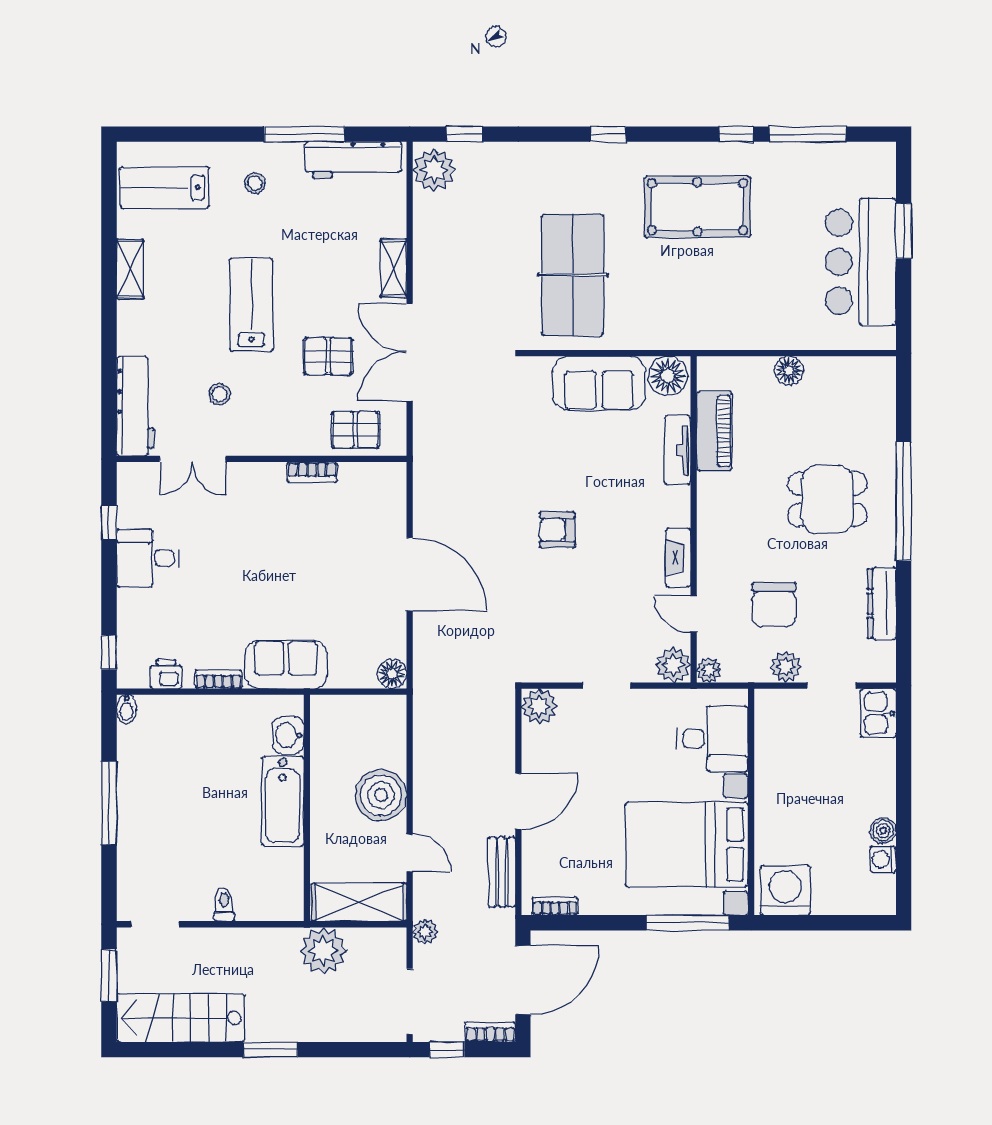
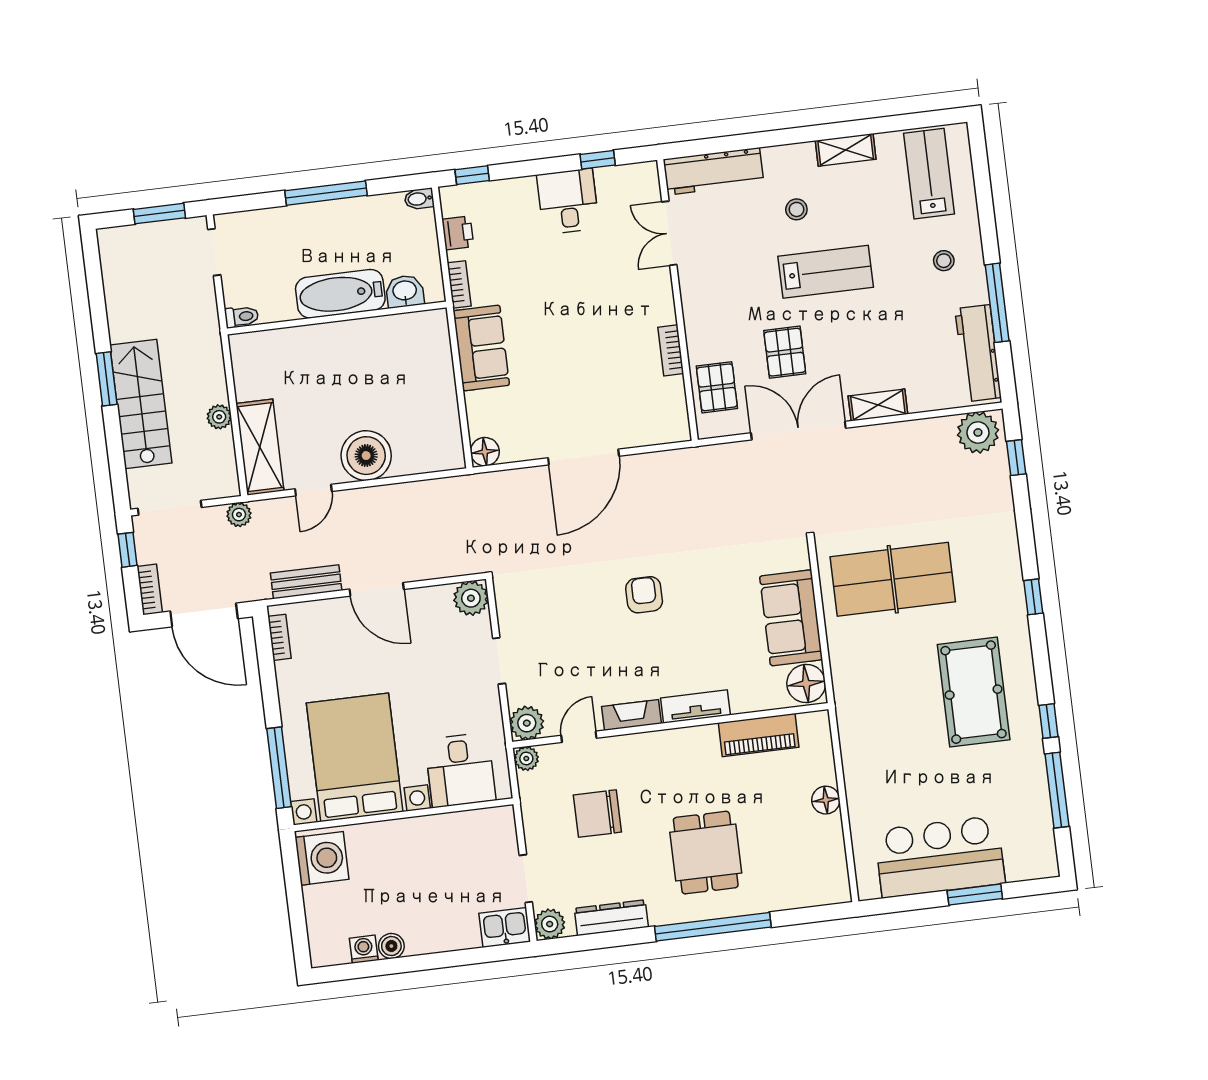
stool: (219, 394) -> (796, 209), moved
tv unit: (677, 450) -> (695, 707), moved
plant: (786, 667) -> (550, 924), moved
washbasin: (288, 735) -> (405, 291), moved
bathtub: (283, 801) -> (340, 294), moved
wall: (307, 808) -> (337, 318), moved
plant: (323, 951) -> (219, 417), width x0.53, depth x0.53
stairs: (181, 1018) -> (141, 404), moved

